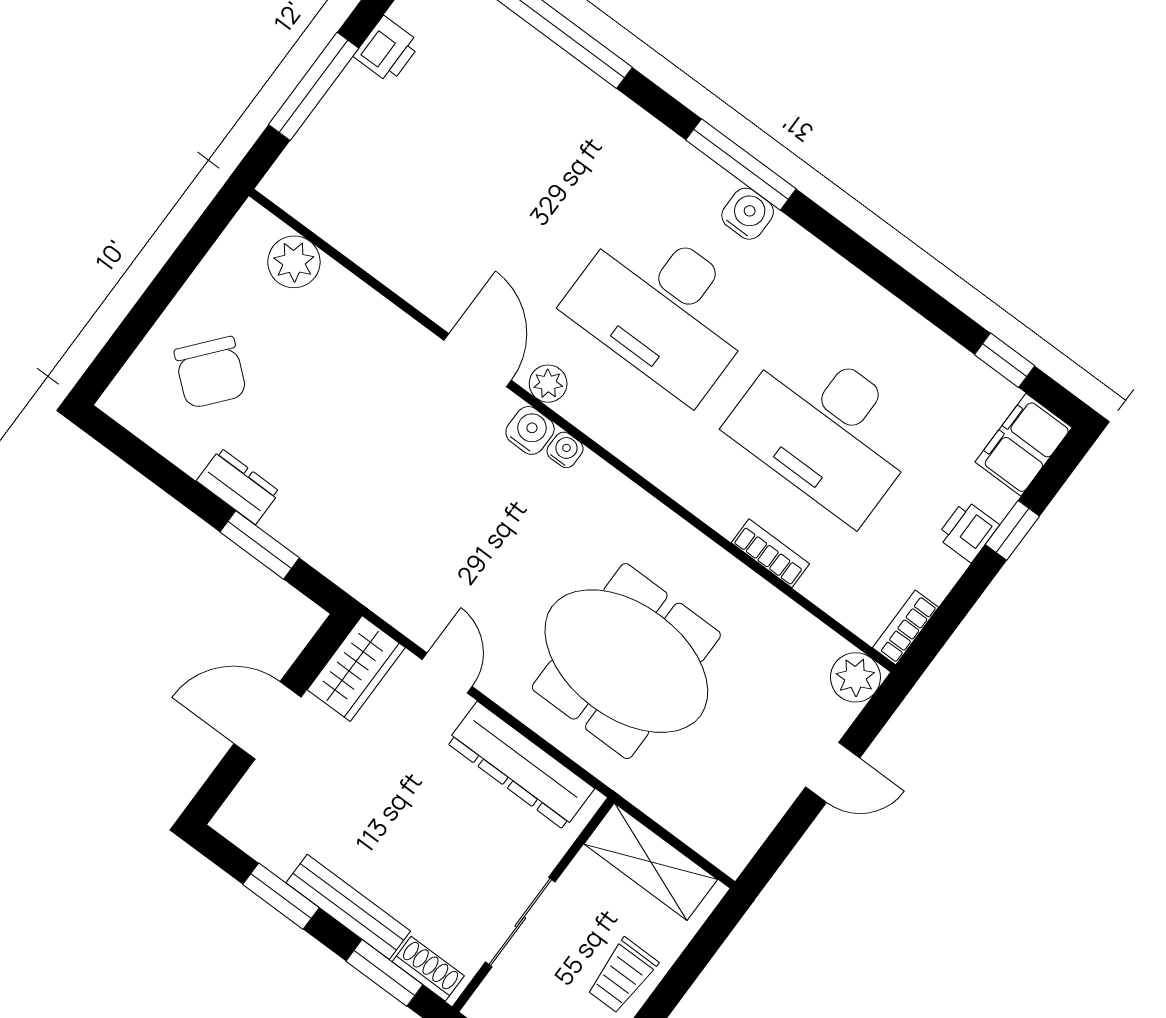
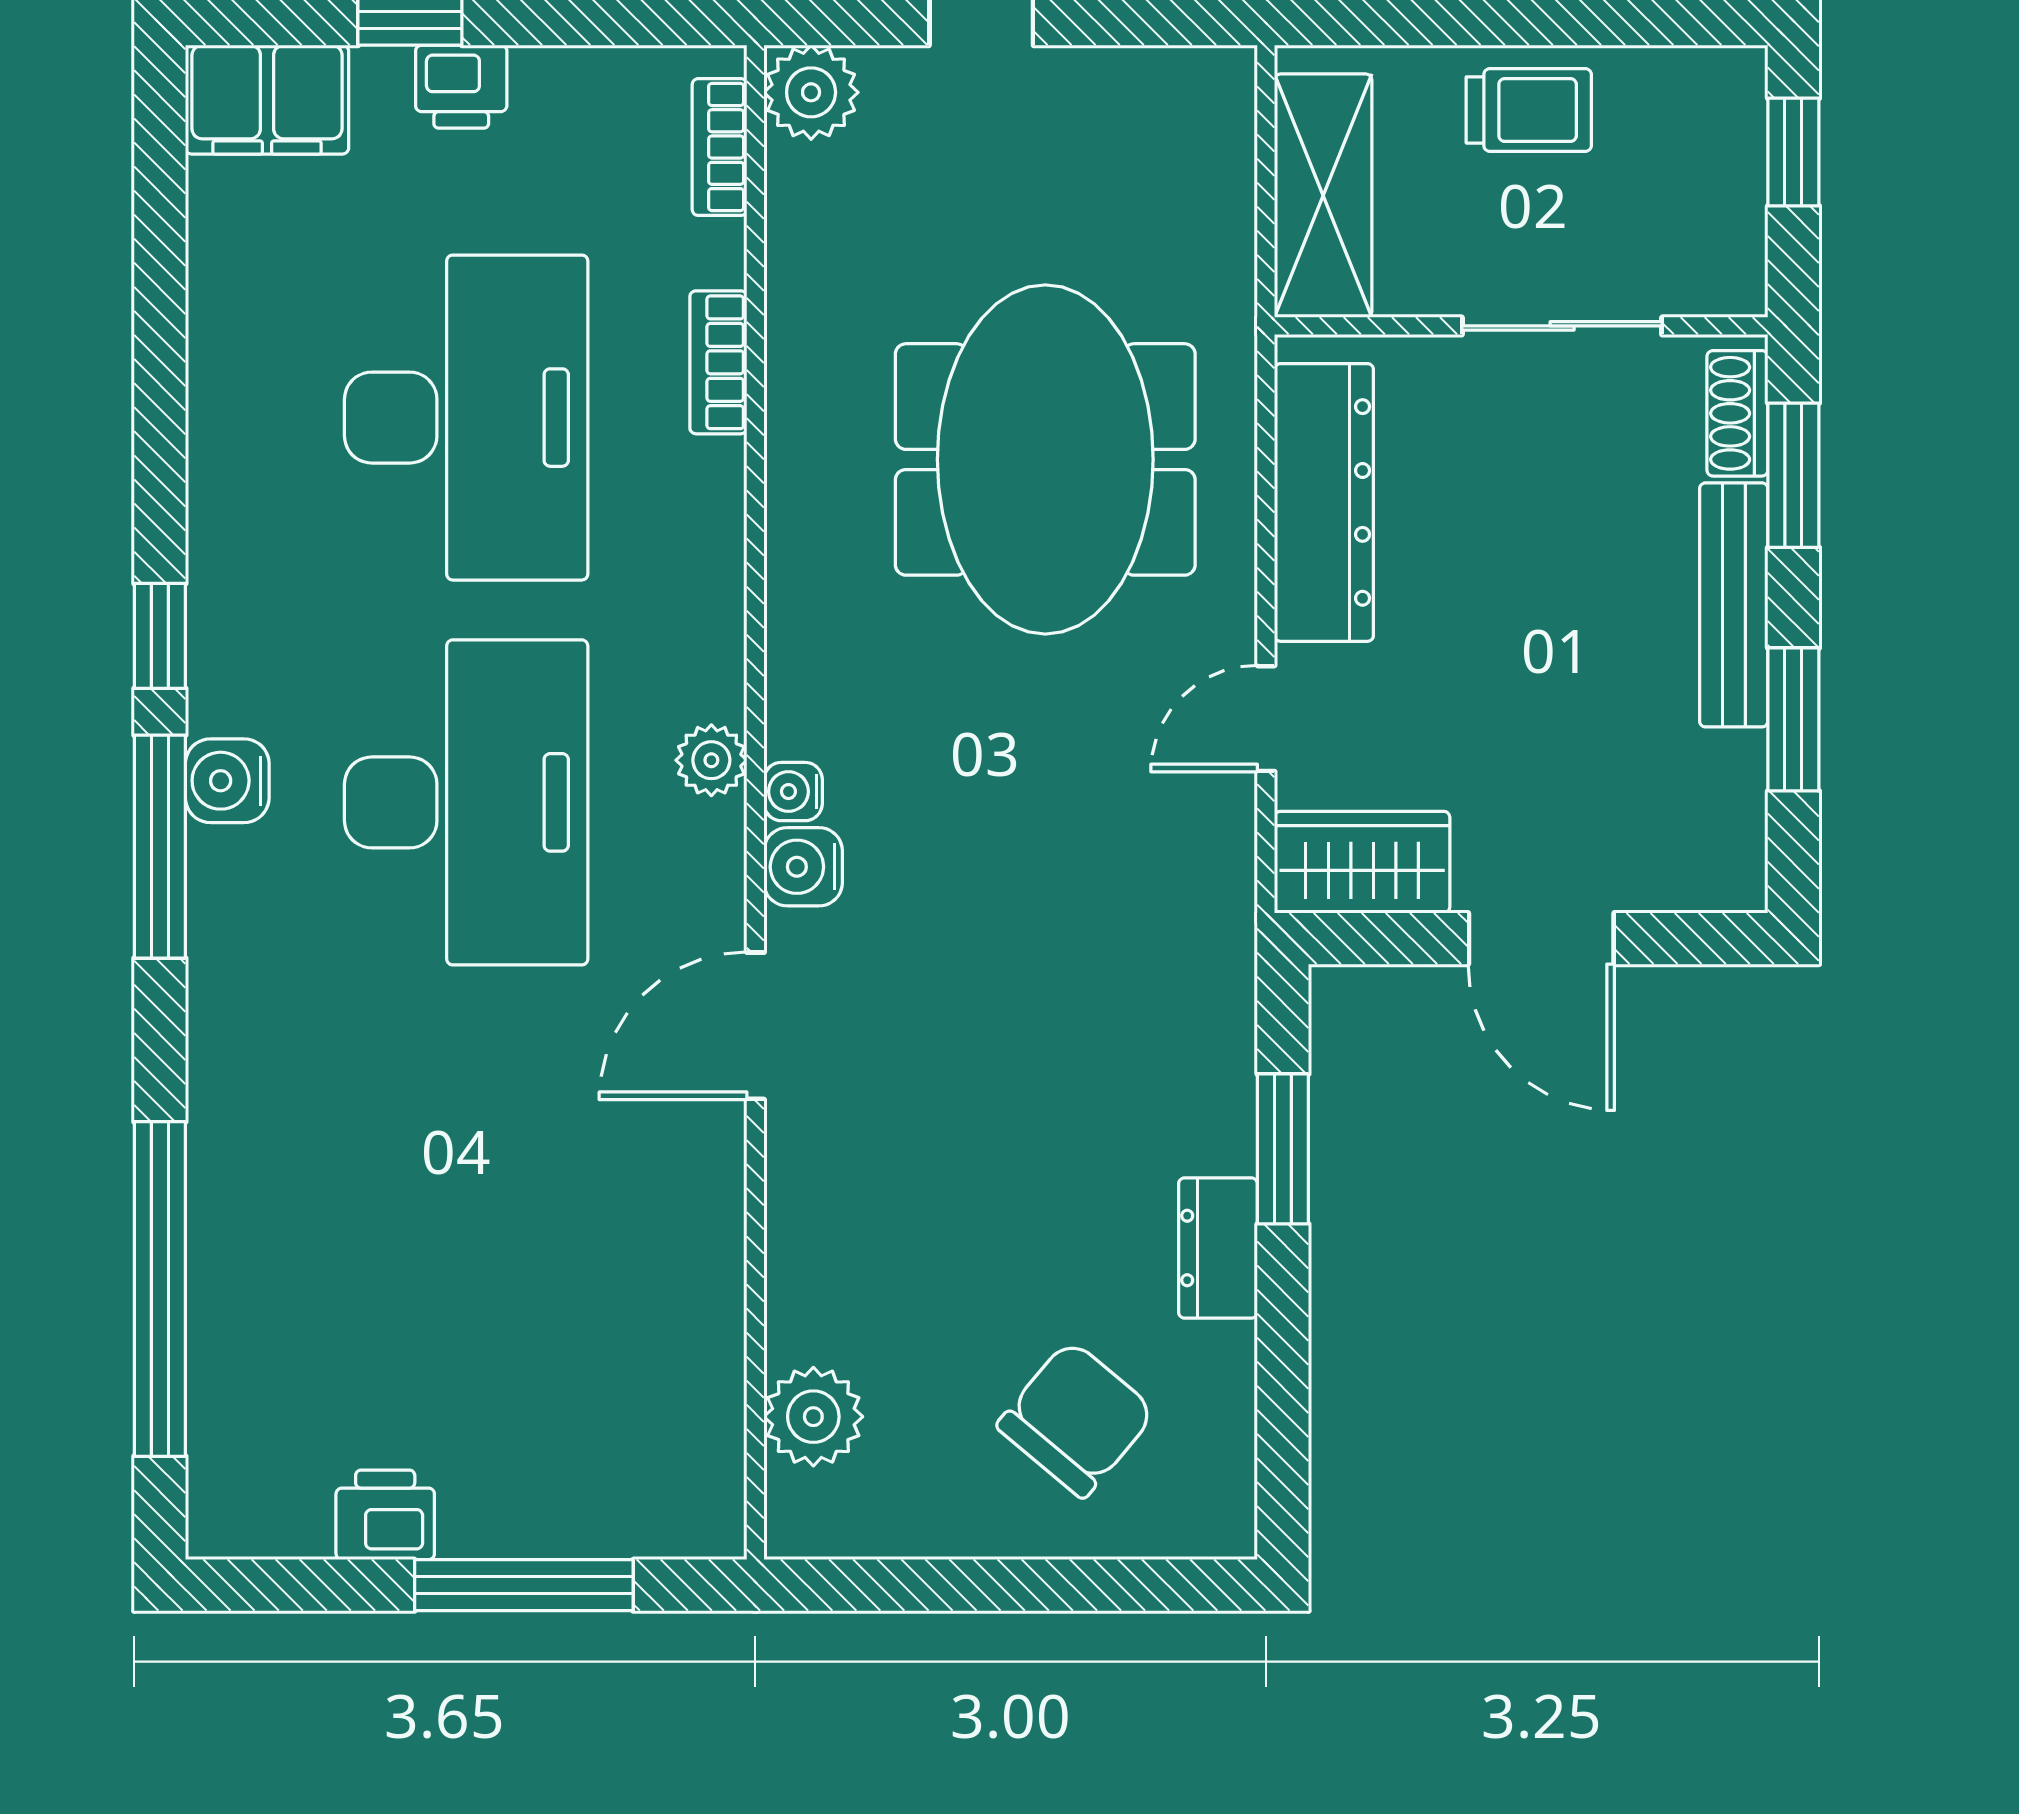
window: (1005, 360) -> (160, 636), moved
plant: (548, 384) -> (711, 760), moved
bookcase: (906, 627) -> (720, 147), moved, turned 90

